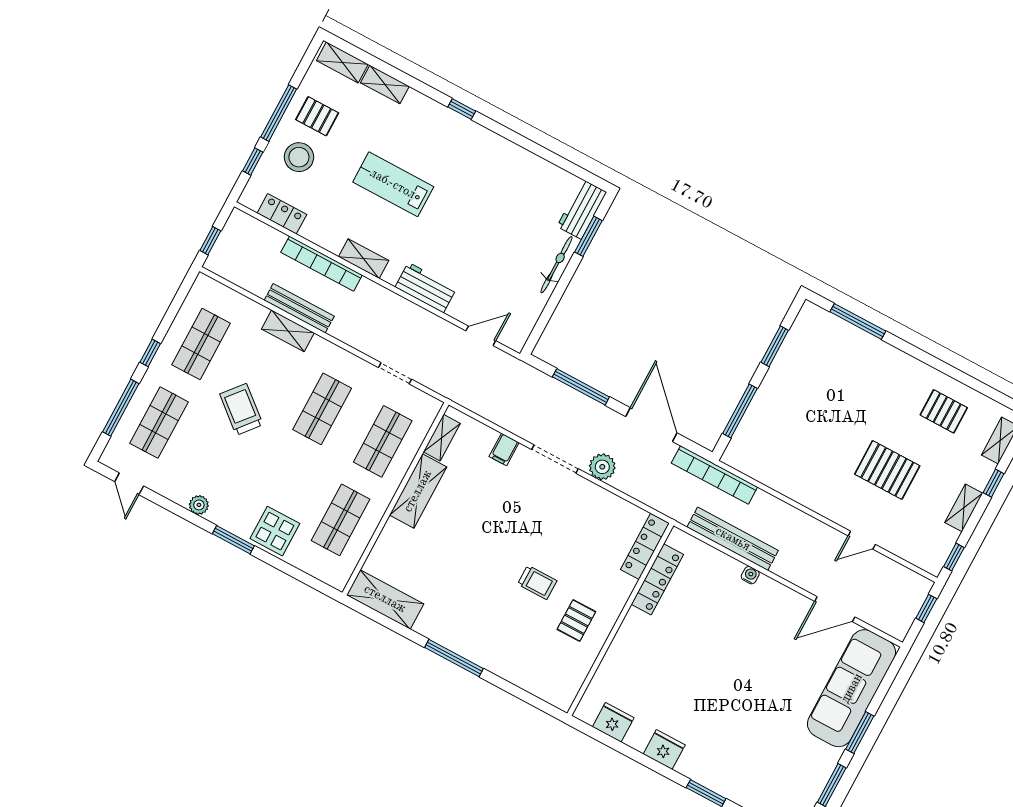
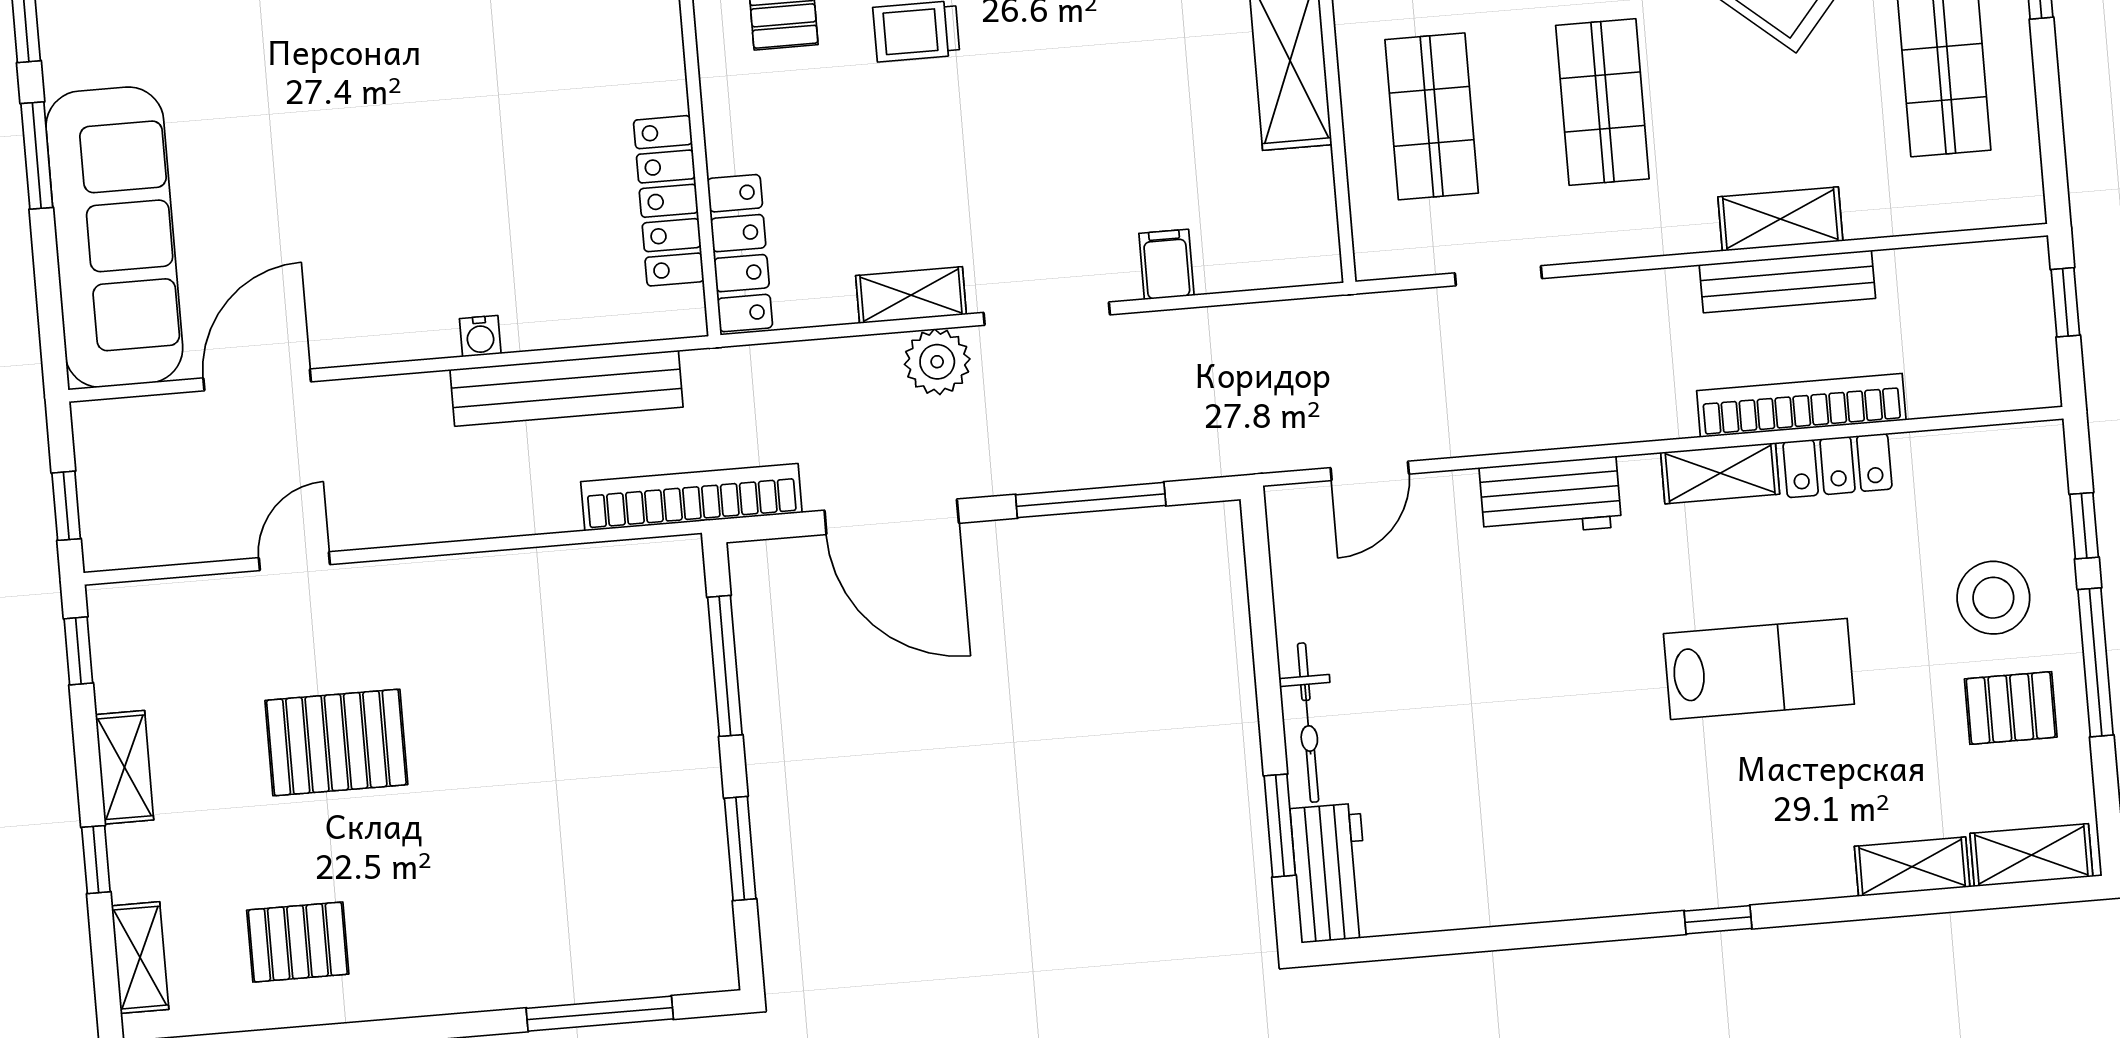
locker: (282, 214) -> (1837, 465), moved
shelving: (442, 438) -> (911, 295), moved, turned 90

